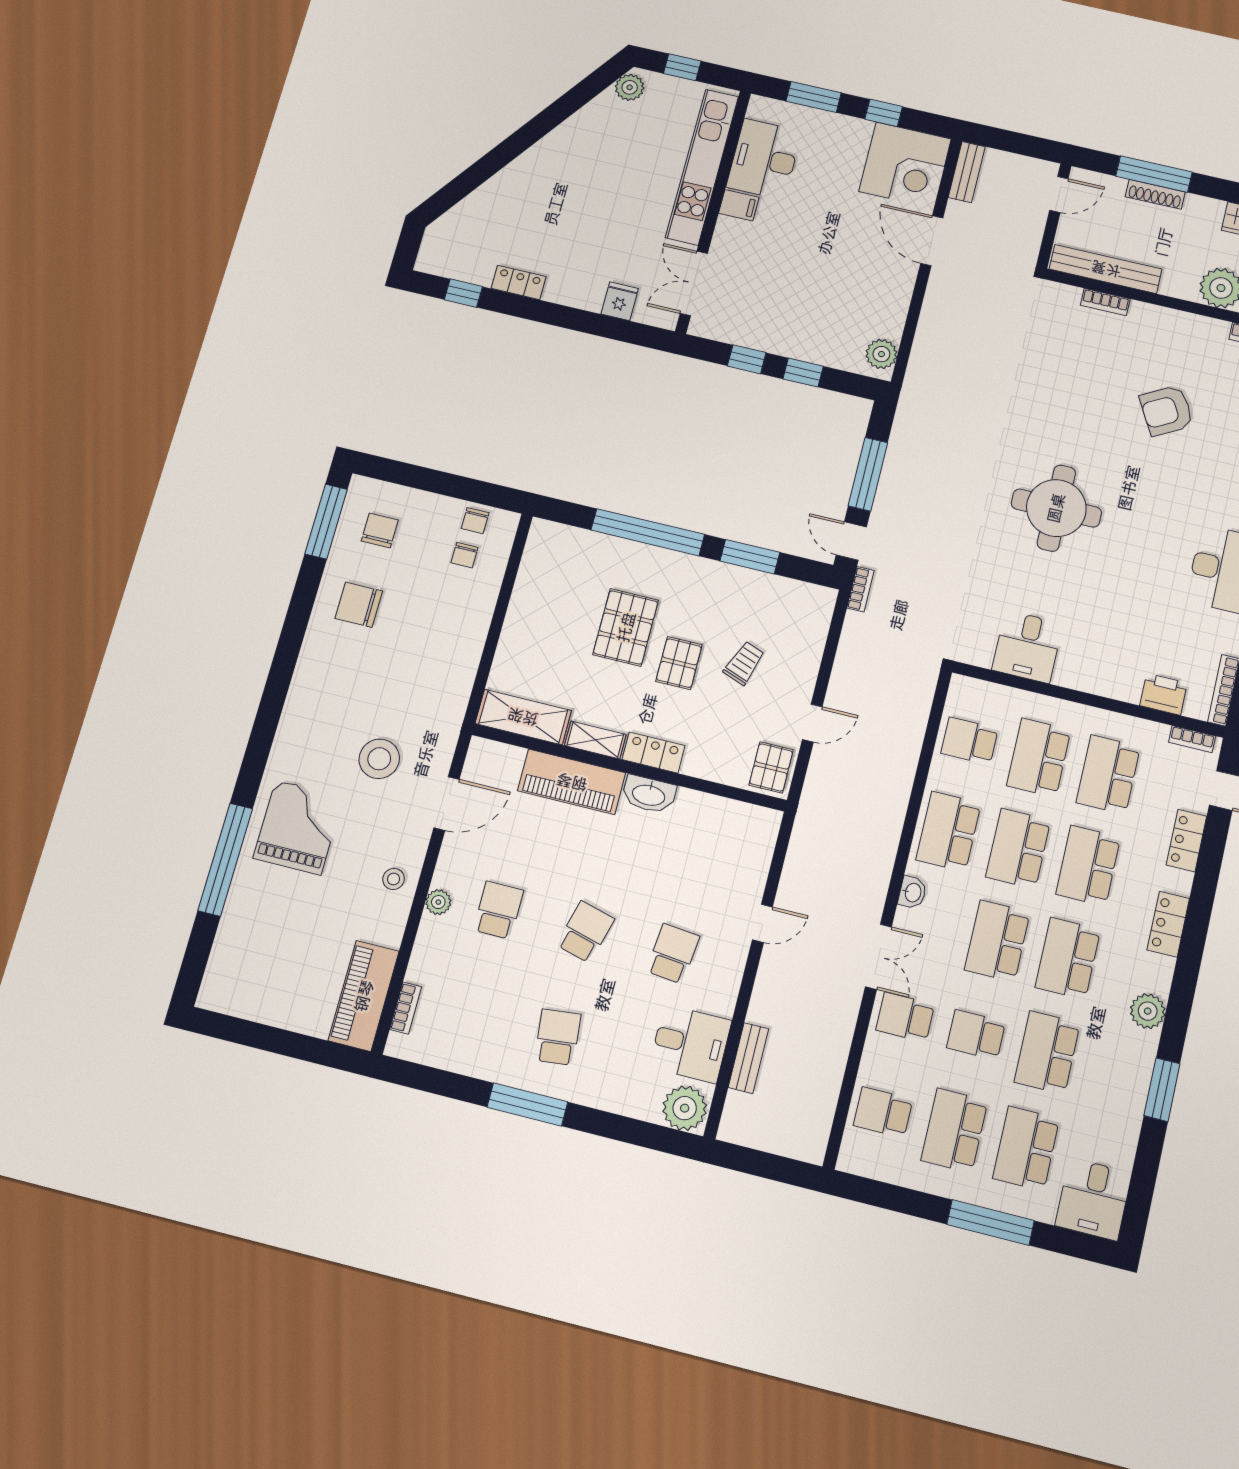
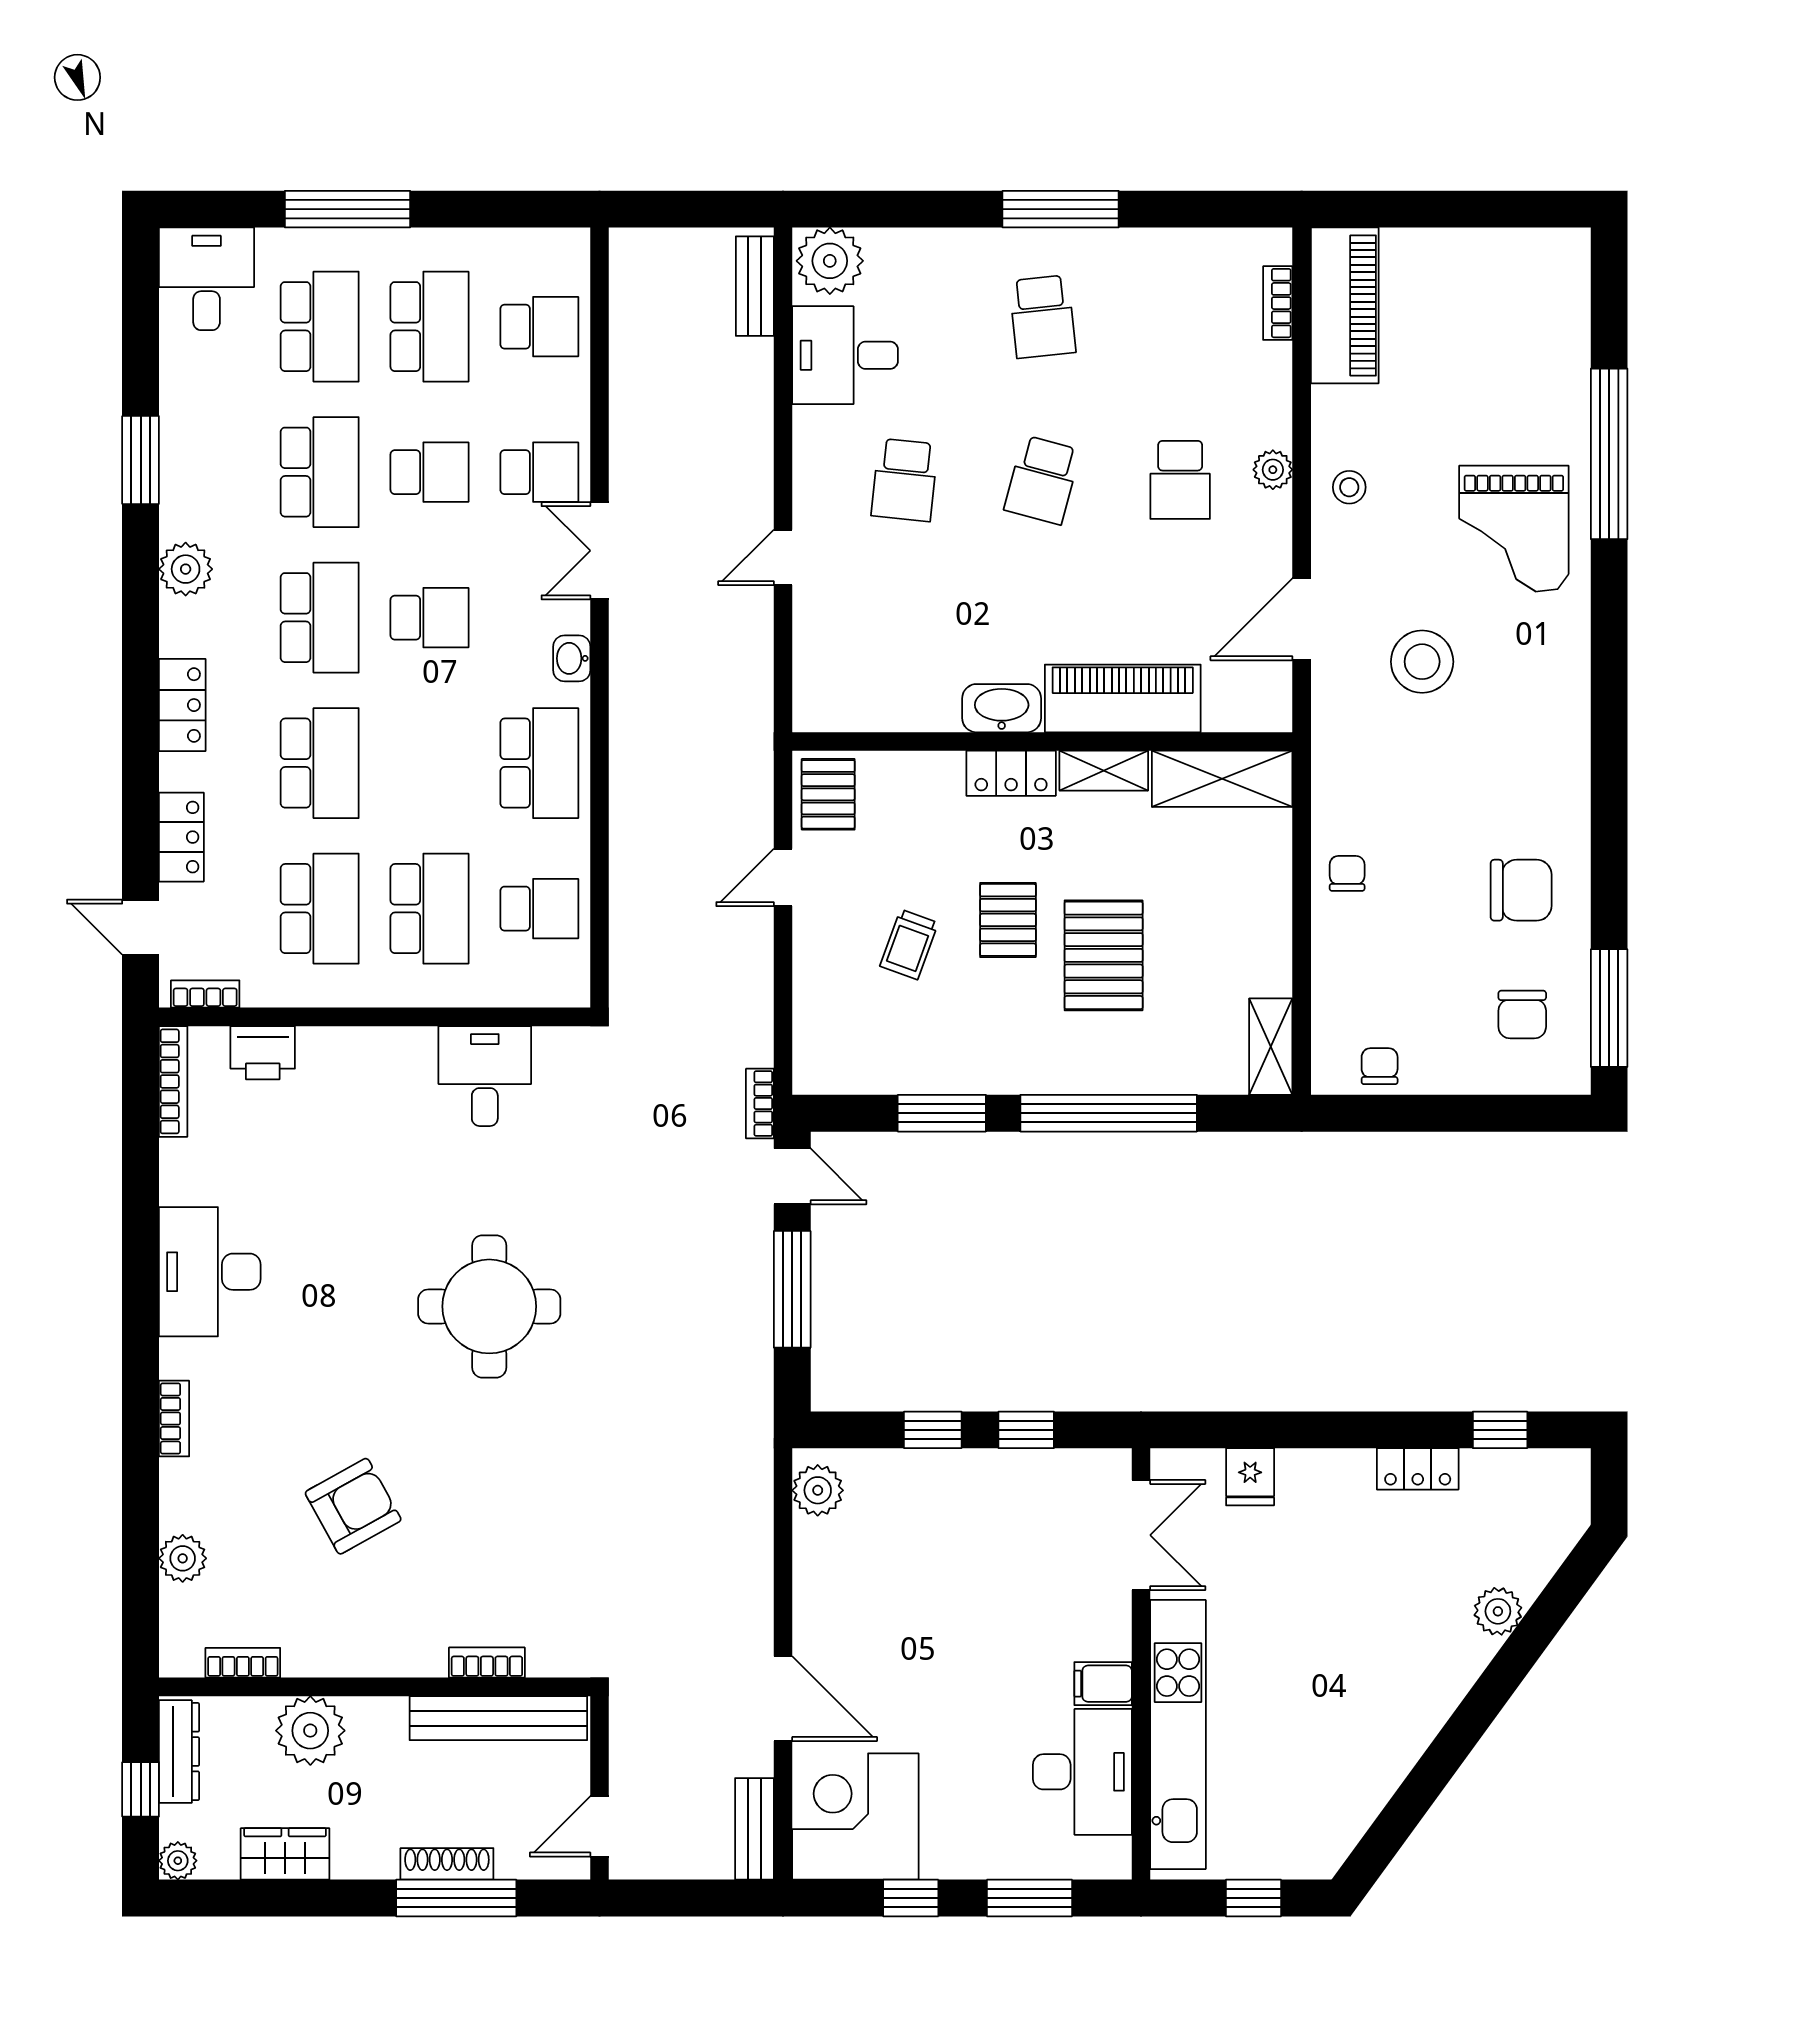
plant: (630, 87) -> (1498, 1611), moved
shelving: (538, 548) -> (1271, 1047), added
chair: (465, 555) -> (1347, 873), moved
school desk: (1018, 849) -> (430, 763), removed
school desk: (997, 941) -> (430, 618), width x0.54
bench: (748, 1058) -> (755, 286), moved

